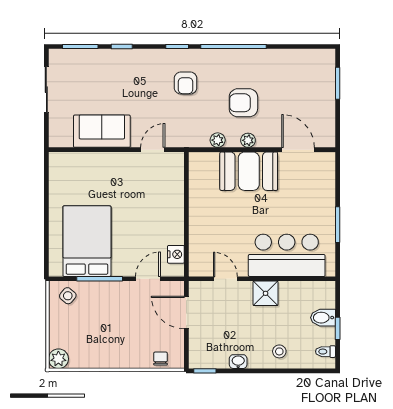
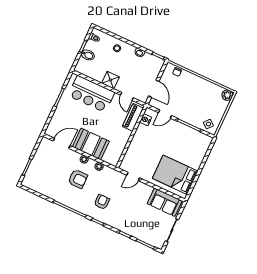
sofa: (102, 131) -> (165, 202), moved
door: (298, 150) -> (62, 143), swing flipped
bed: (87, 241) -> (175, 175), moved, turned 90
piano: (199, 248) -> (133, 117), added

